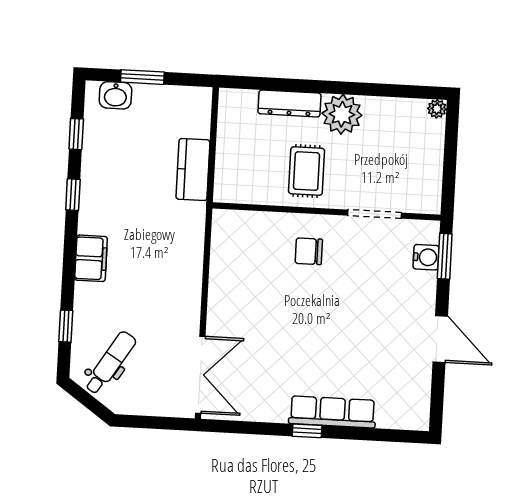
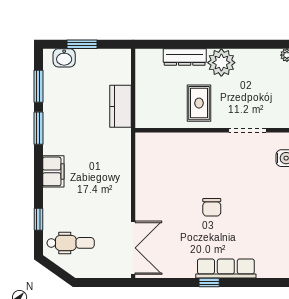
window: (76, 134) -> (38, 86), width x1.50
window: (73, 195) -> (38, 128), width x1.50
chair: (309, 251) -> (212, 207), moved, turned -90
dental chair: (110, 363) -> (71, 243), turned 58

